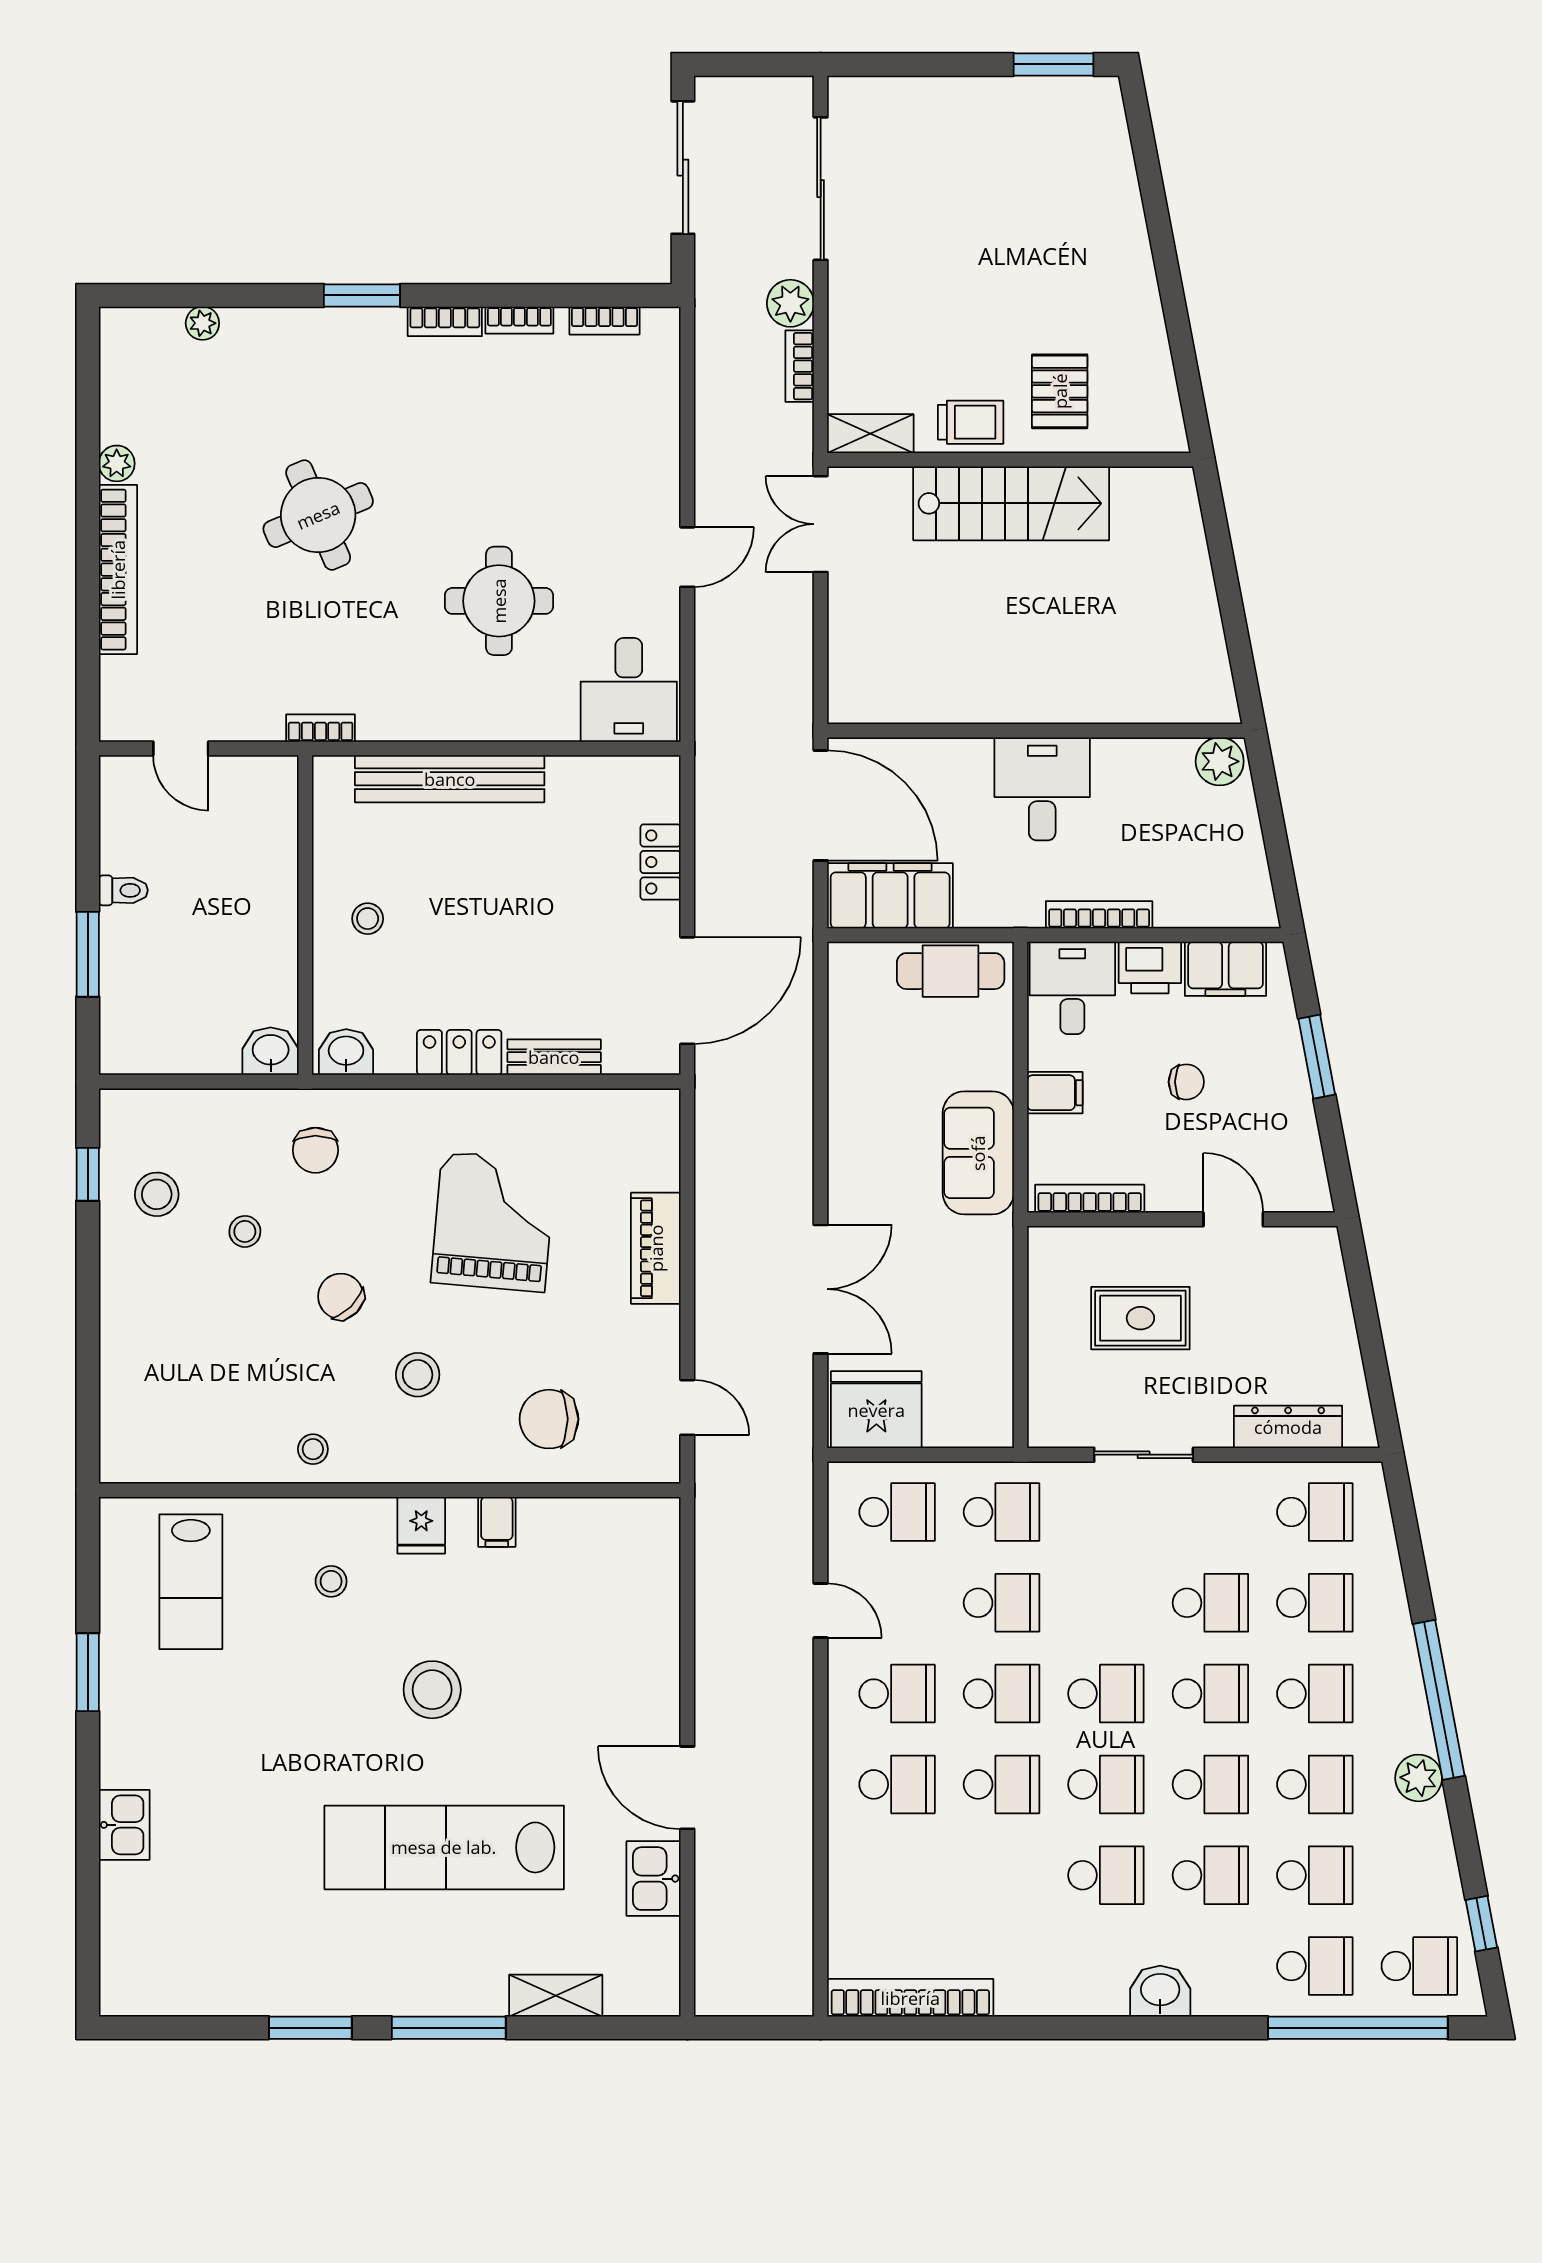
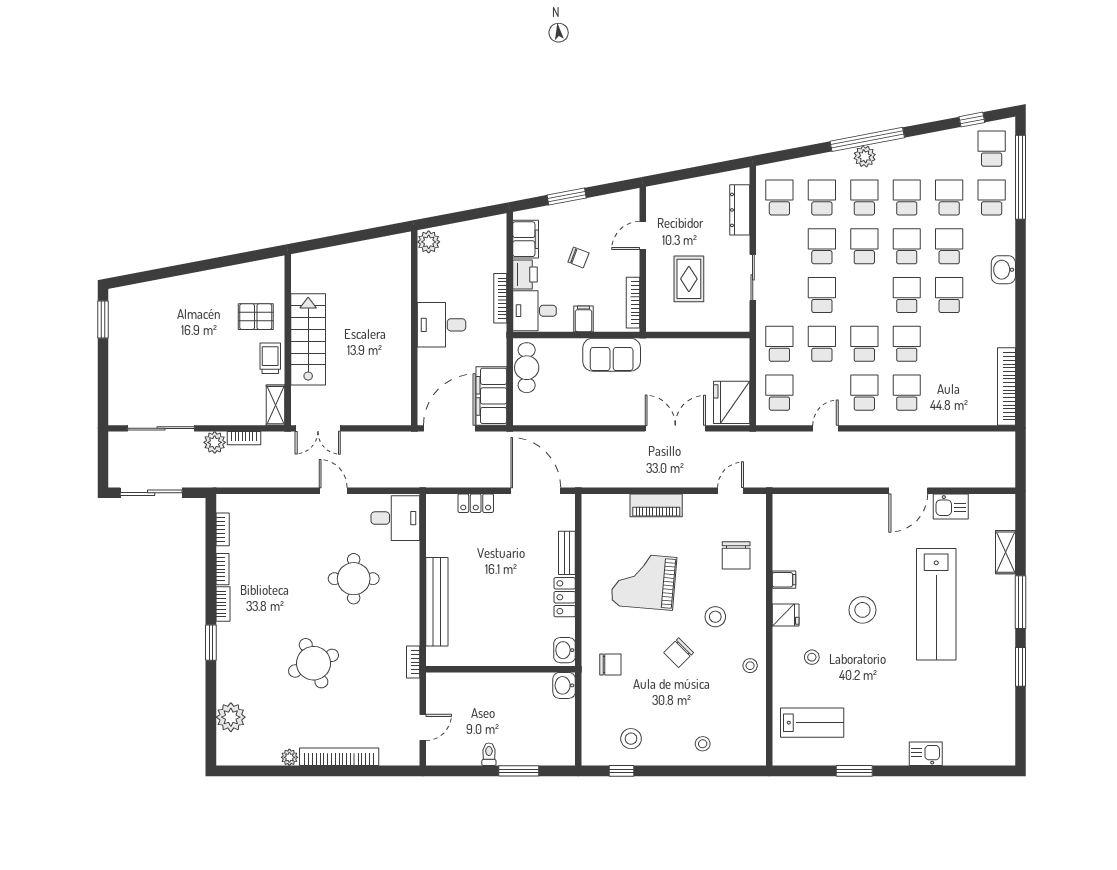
plant: (202, 323) -> (231, 717), width x1.88, depth x1.88
stool: (368, 919) -> (502, 640), removed
chair: (1186, 1082) -> (578, 257), turned 111
stool: (245, 1231) -> (703, 744), moved
school desk: (1106, 1694) -> (822, 295), moved
plant: (1419, 1778) -> (865, 156), moved

